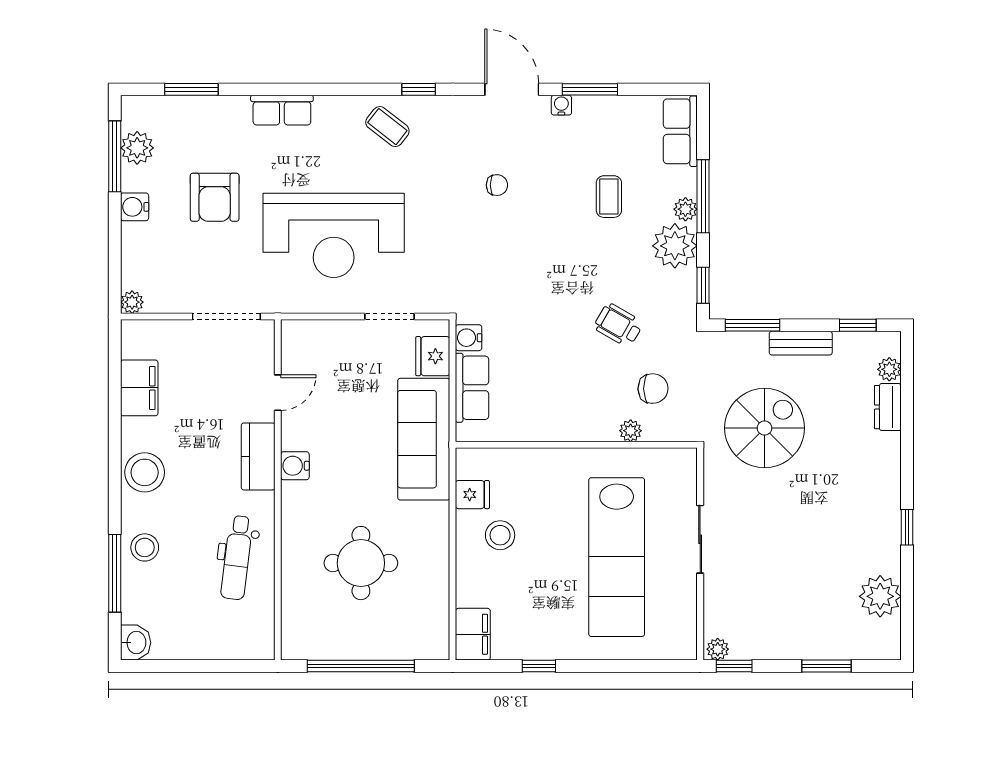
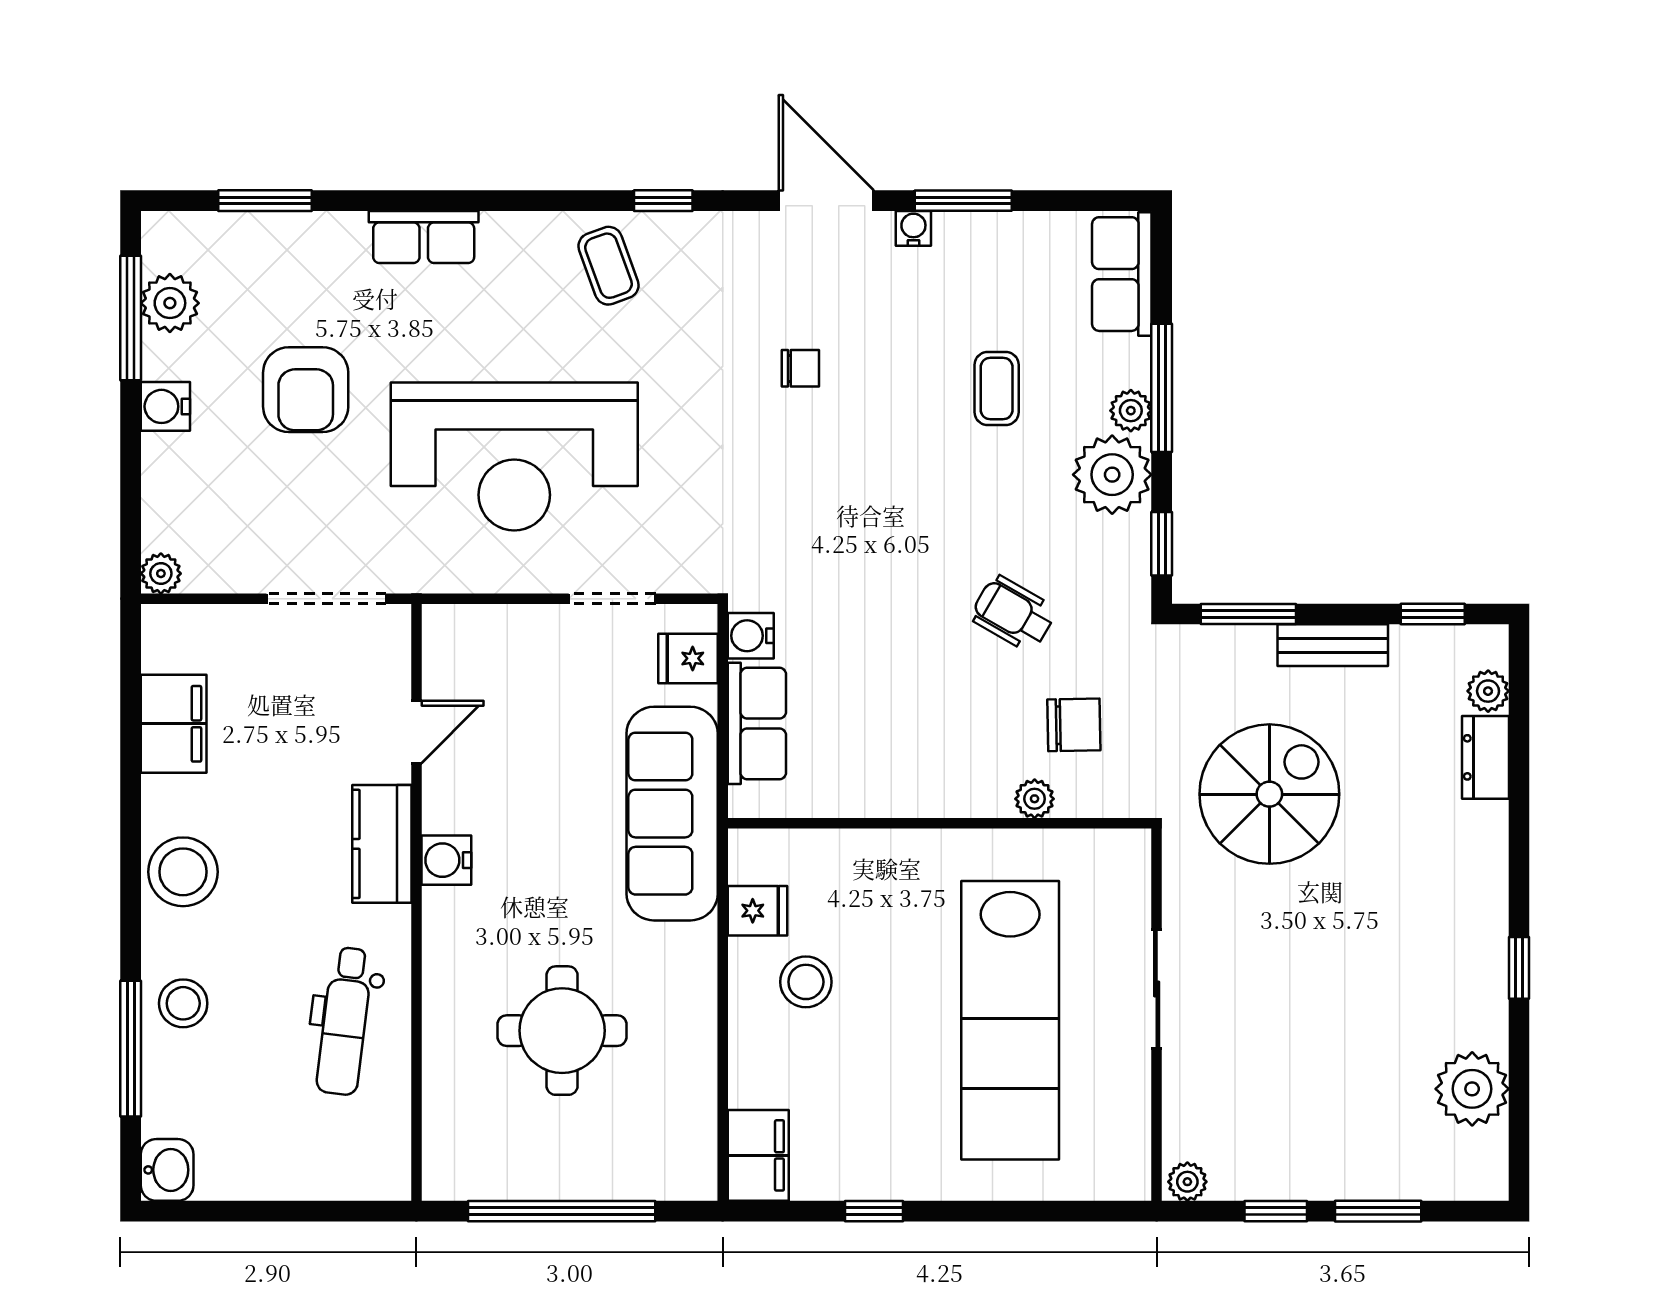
coffee table: (387, 127) -> (609, 266), turned 32
fridge: (433, 356) -> (688, 658), width x0.72
window: (734, 666) -> (1276, 1211), moved

